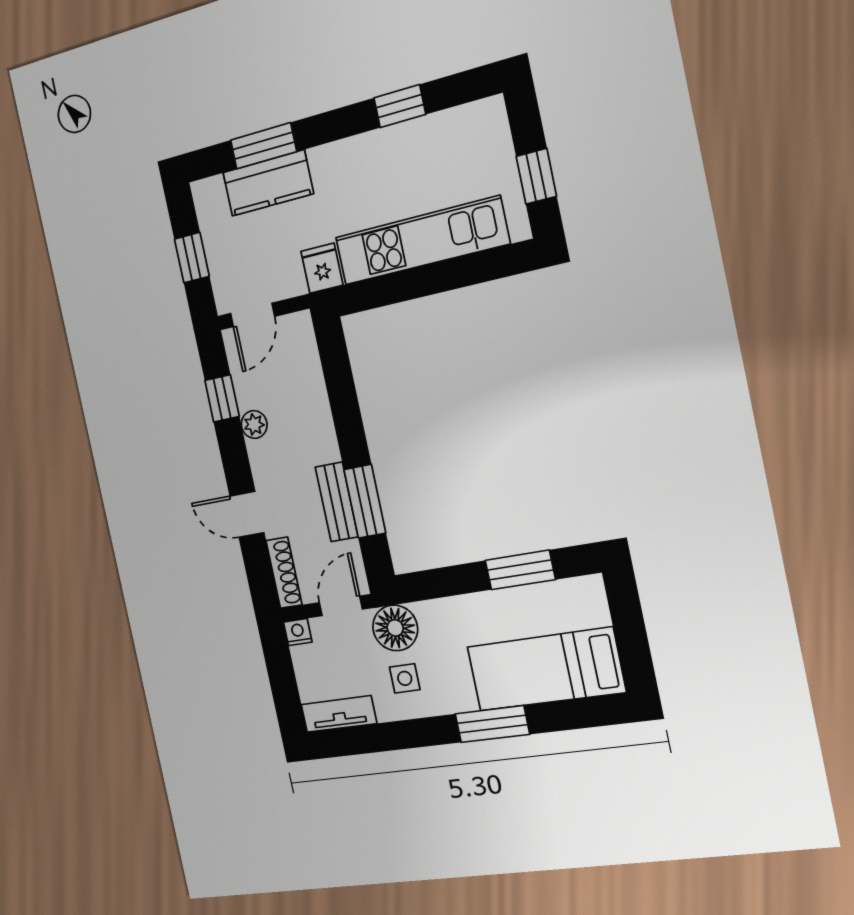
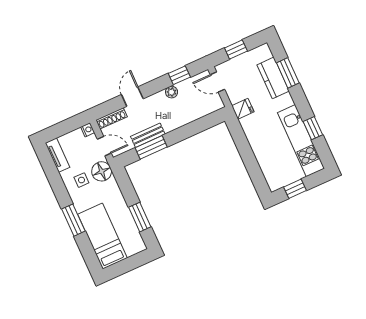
kitchen unit: (421, 241) -> (301, 141), moved, turned 180

